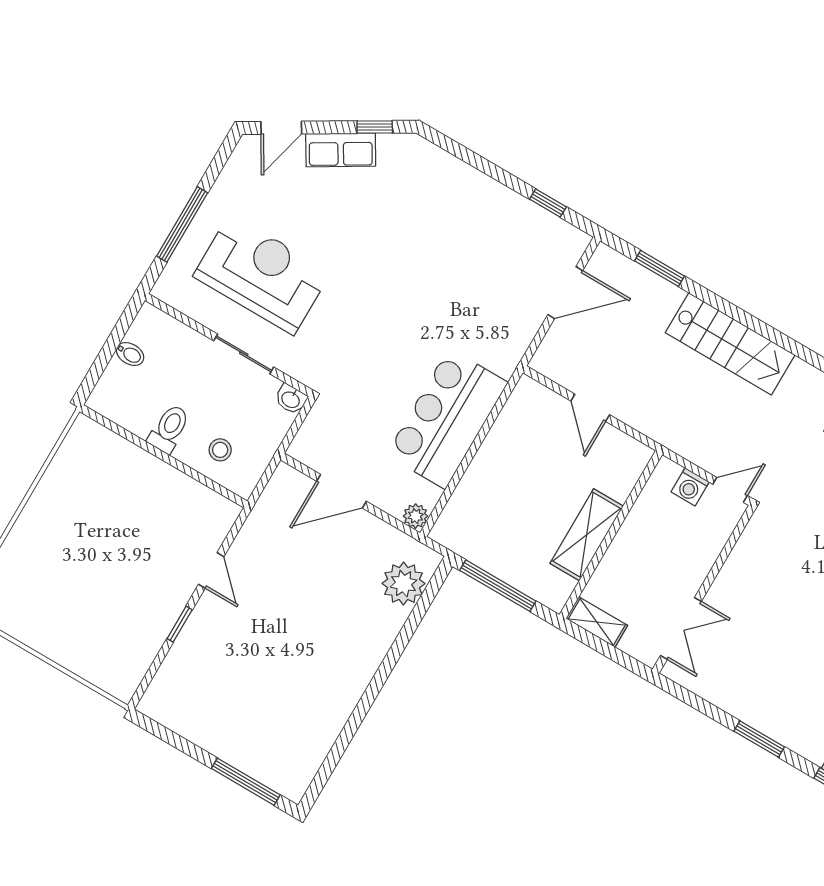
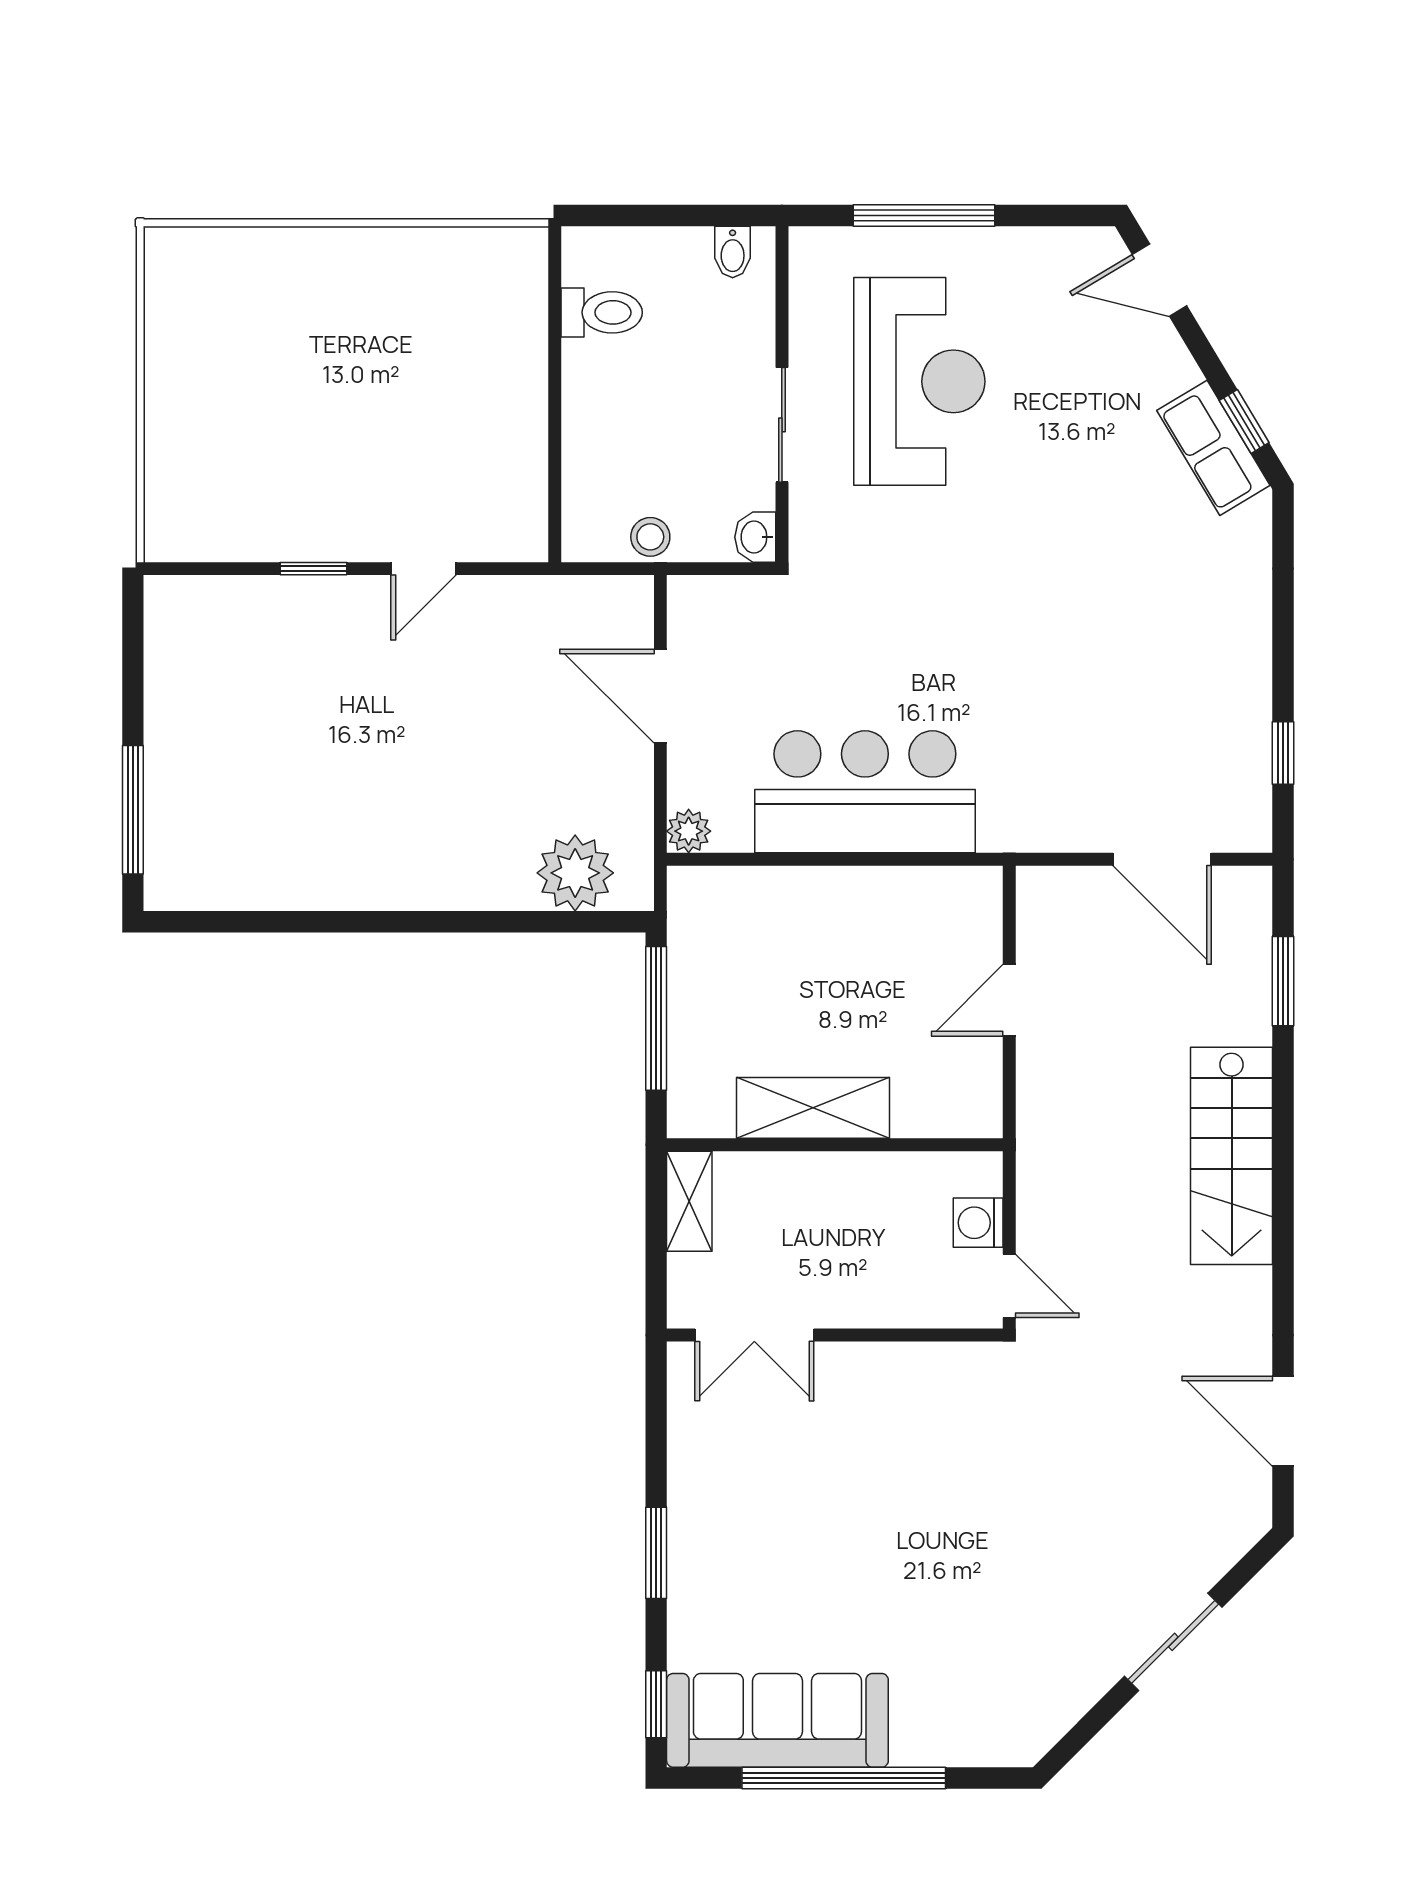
row of seats: (341, 150) -> (1213, 448), moved
bidet: (130, 354) -> (733, 252), moved
toilet: (169, 429) -> (602, 312), moved
stool: (220, 450) -> (650, 537), moved

